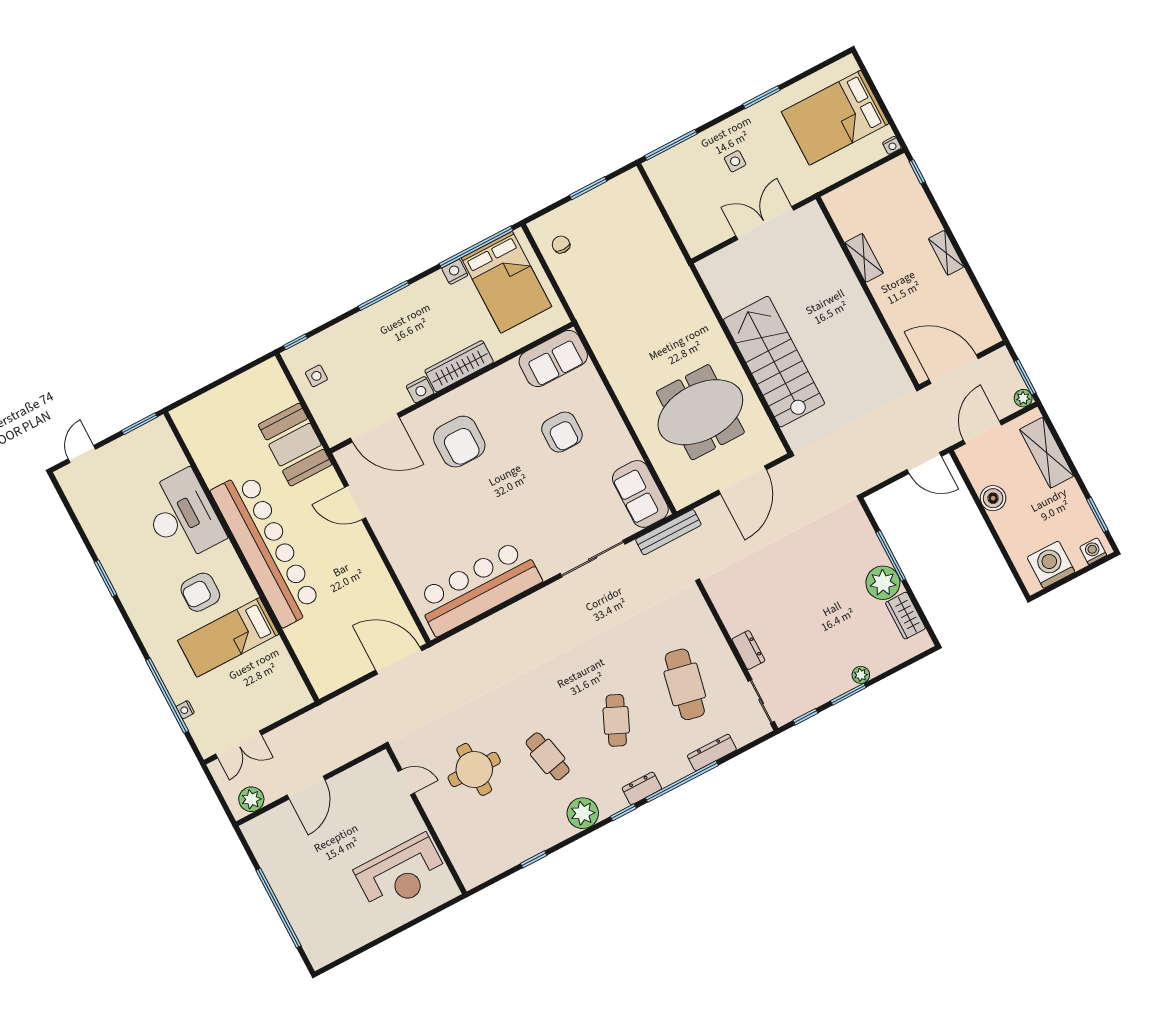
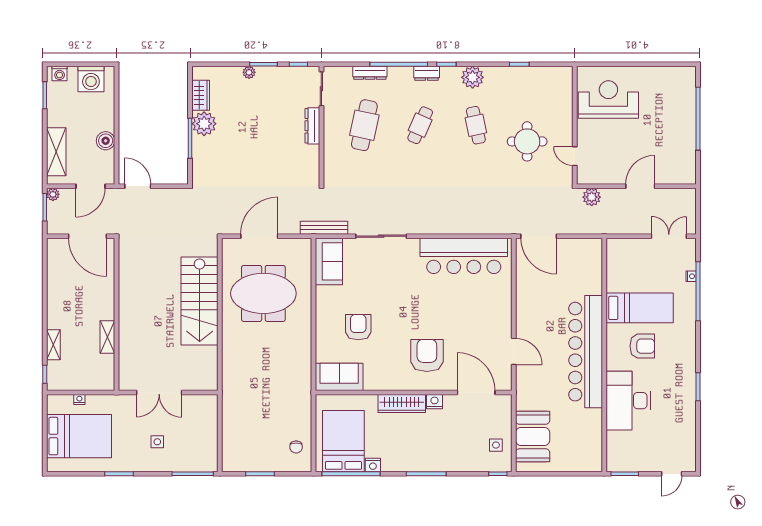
nightstand: (892, 145) -> (79, 399), moved
shelving: (946, 253) -> (53, 345), moved
booth: (295, 445) -> (533, 437), moved
dresser: (748, 650) -> (312, 126), width x1.44
plant: (251, 799) -> (592, 197), moved

